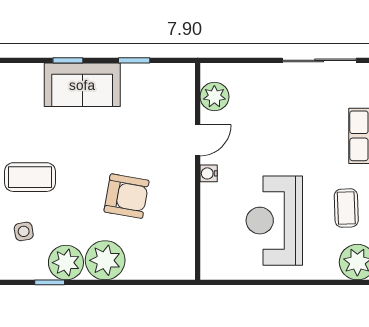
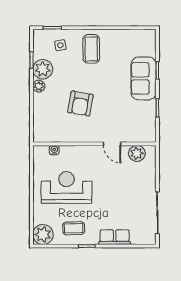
water cooler: (209, 173) -> (54, 150), moved
plant: (105, 260) -> (39, 86), width x0.53, depth x0.53

